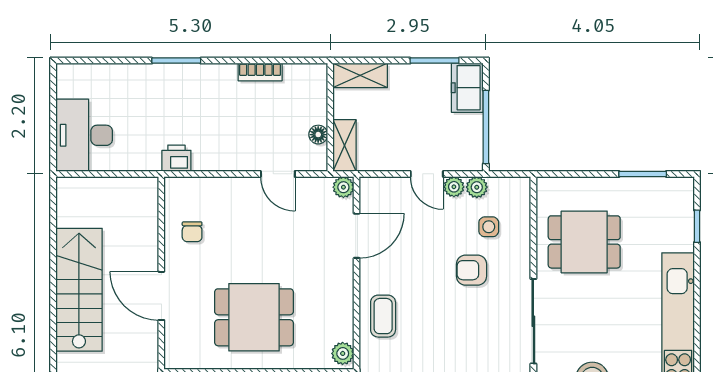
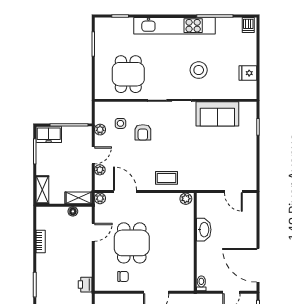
plant: (454, 187) -> (100, 170), moved
dining table: (254, 317) -> (132, 243), moved

